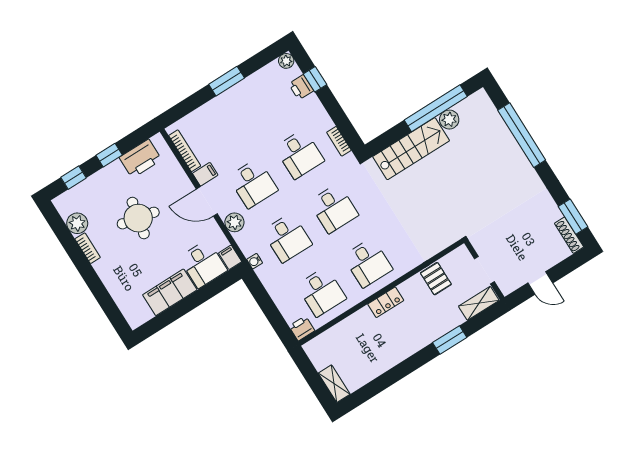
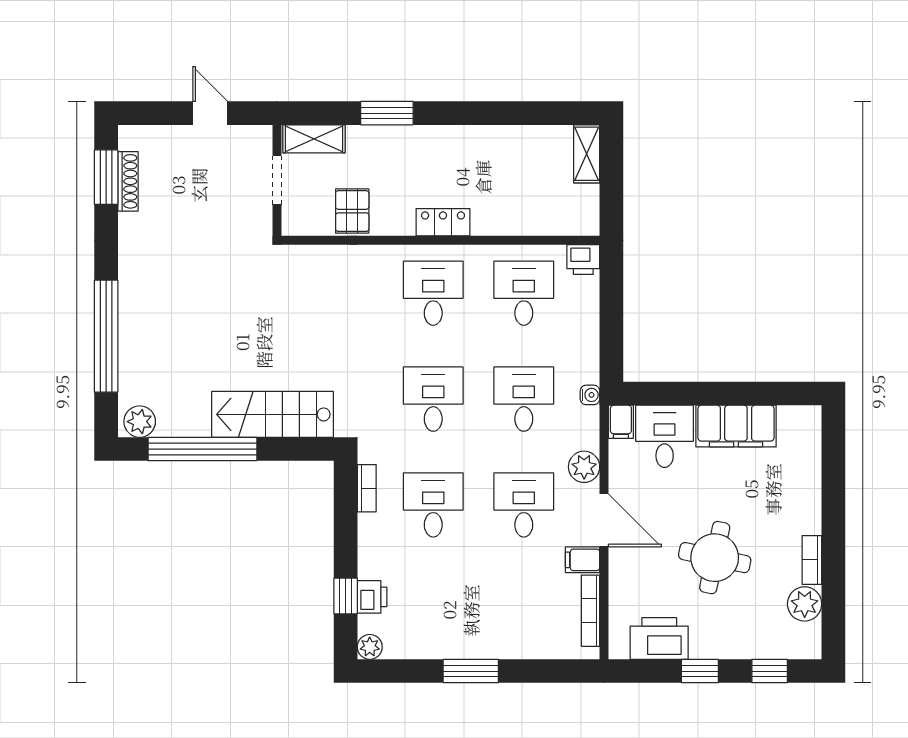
plant: (449, 120) -> (140, 422), moved
shoe rack: (569, 235) -> (128, 181), moved

